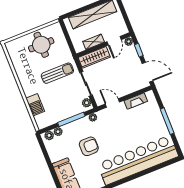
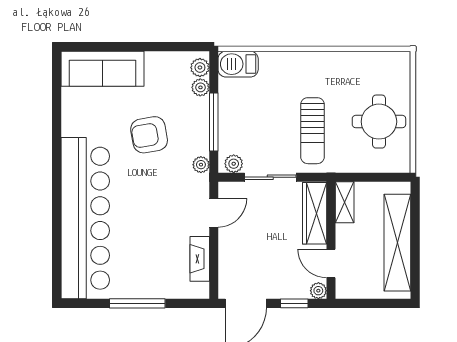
shelving: (94, 42) -> (345, 202), moved
barbecue: (35, 105) -> (238, 64), moved
armchair: (89, 146) -> (149, 135), turned 80

